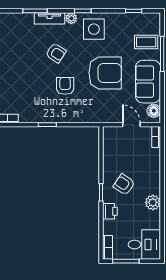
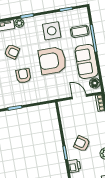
side table: (94, 29) -> (52, 31), moved
armchair: (105, 73) -> (52, 61), turned 180

